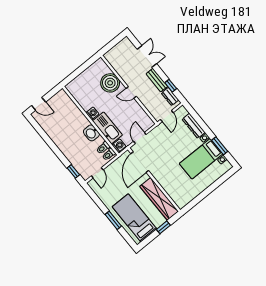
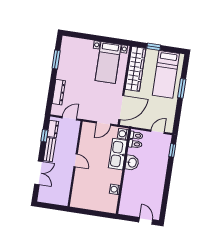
double door: (147, 56) -> (39, 173), swing flipped
boiler: (110, 83) -> (83, 182), removed
washing machine: (92, 113) -> (115, 189), moved
bed with nightstands: (201, 159) -> (108, 63), moved, turned 90

